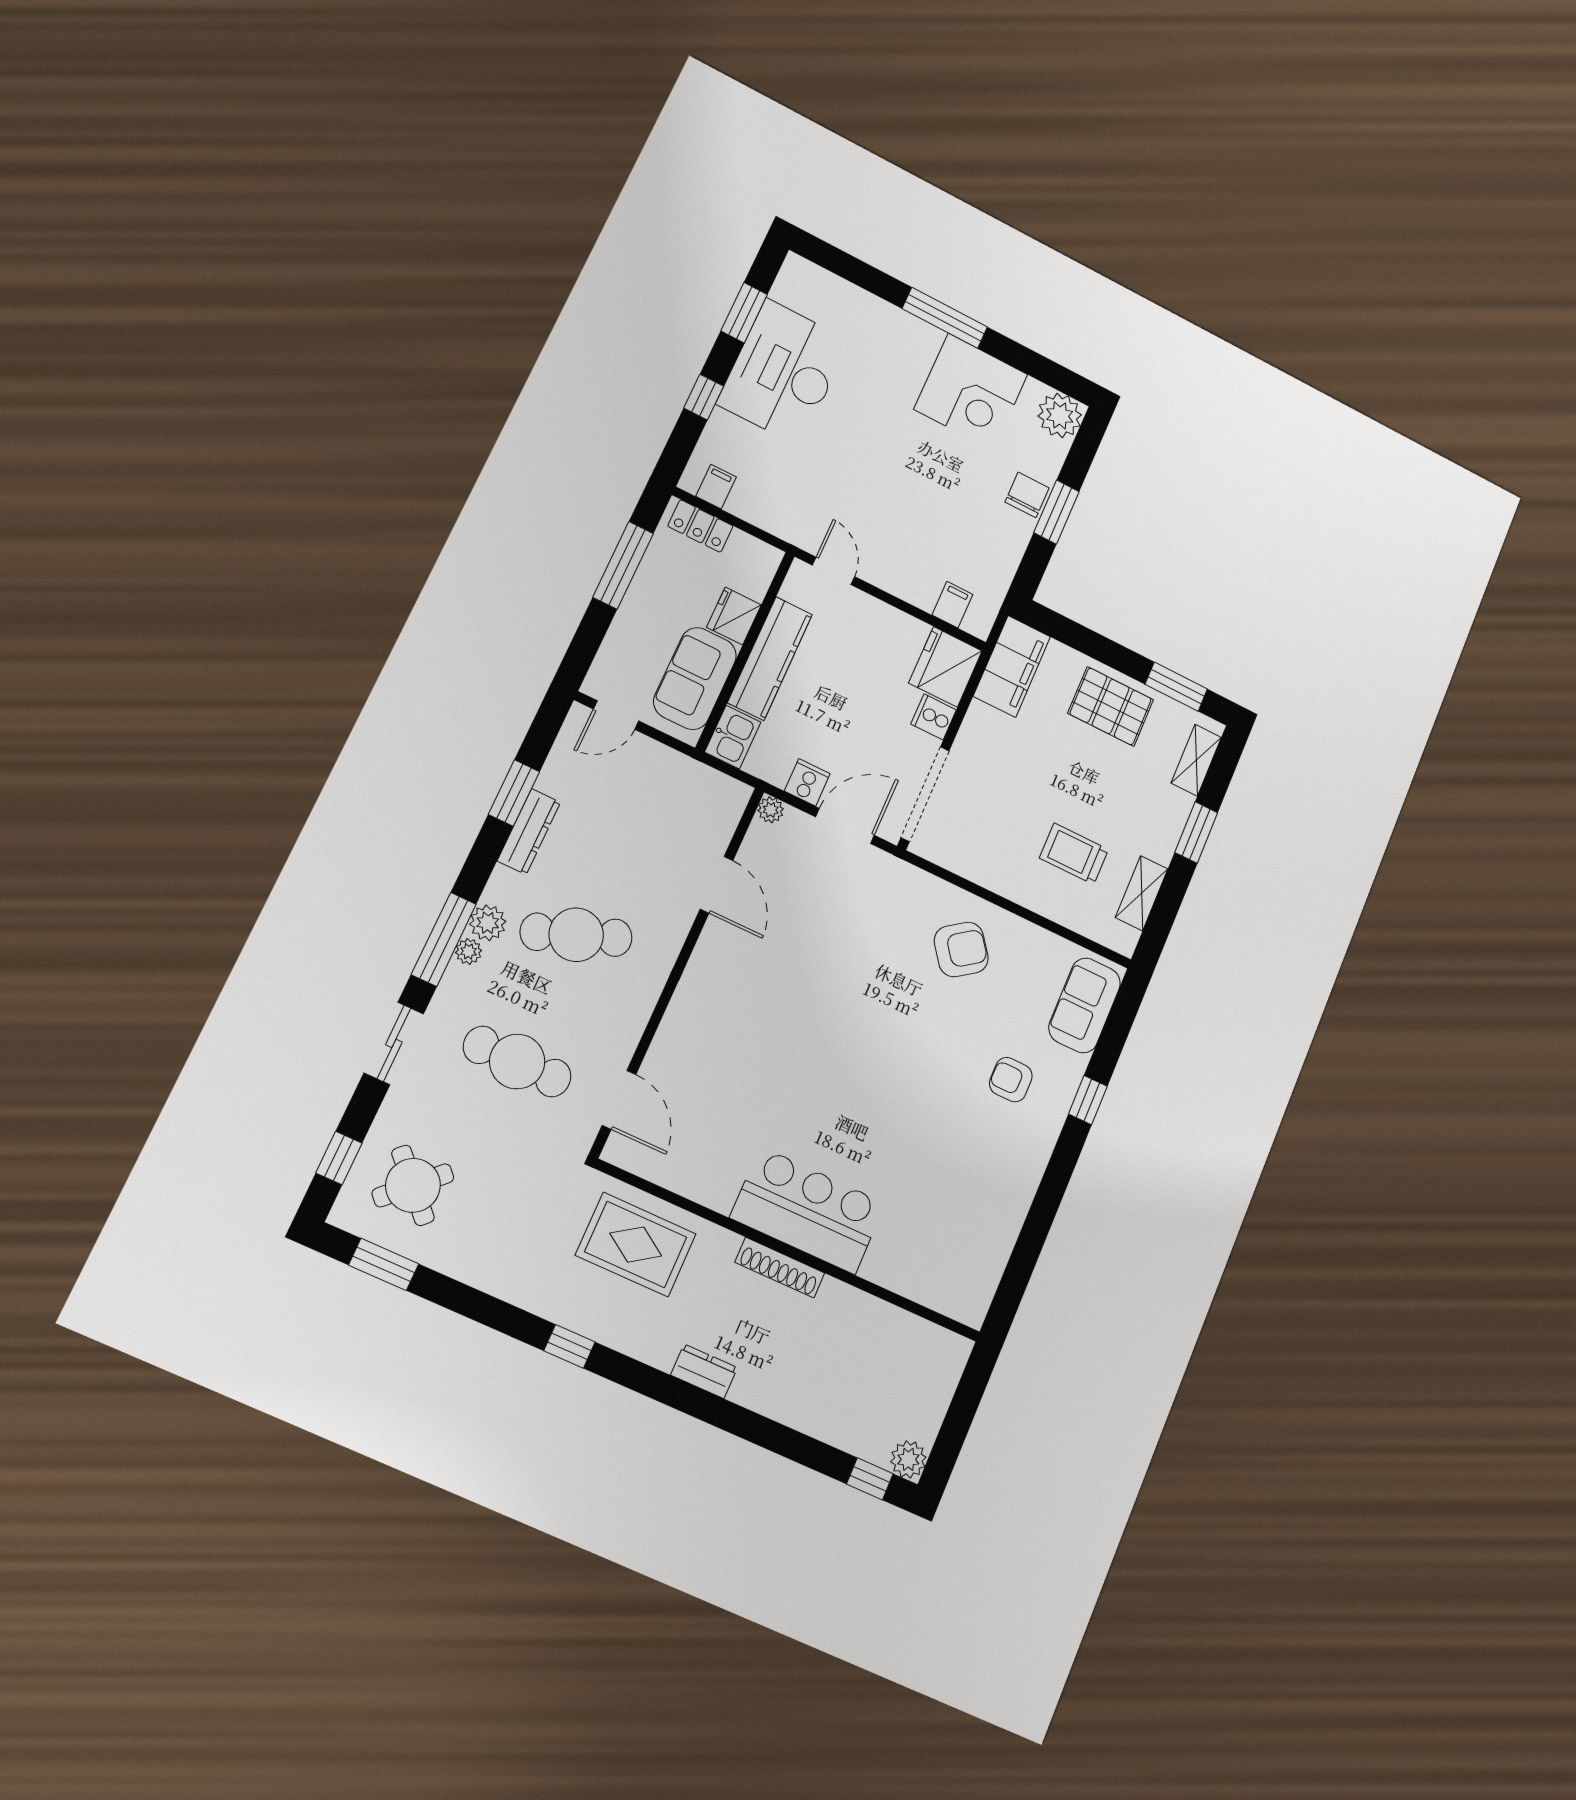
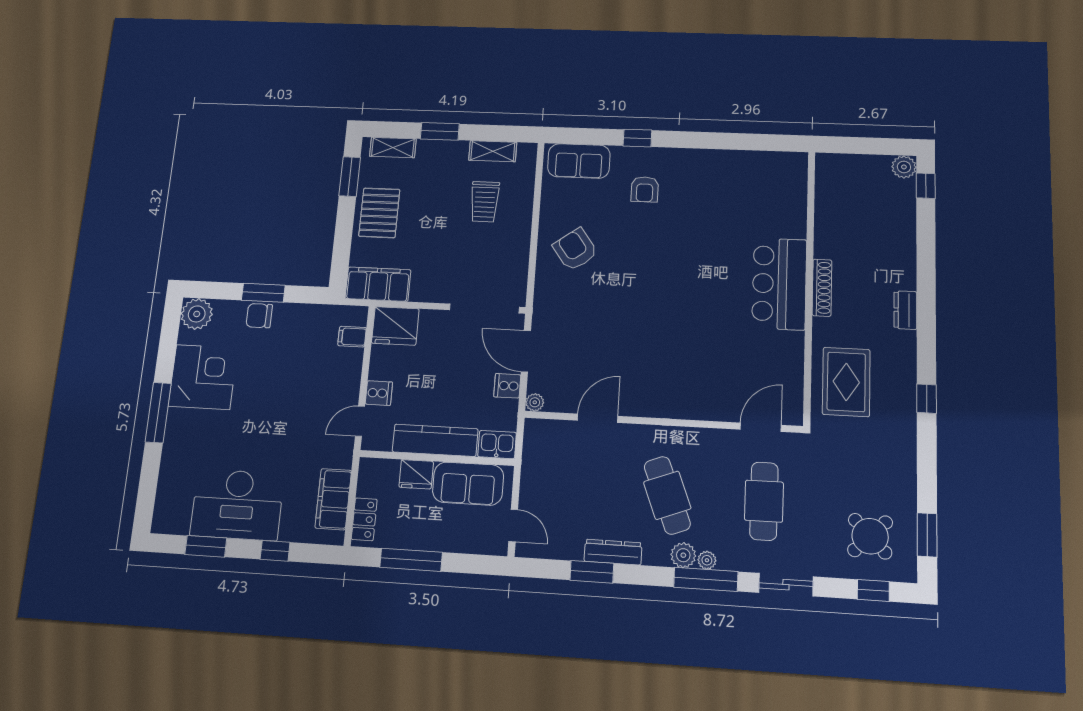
filing cabinet: (716, 487) -> (333, 499), width x3.00, depth x1.17
cooker: (934, 717) -> (379, 393), moved, turned -90

